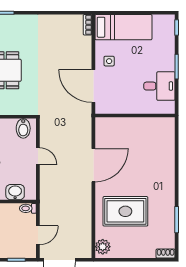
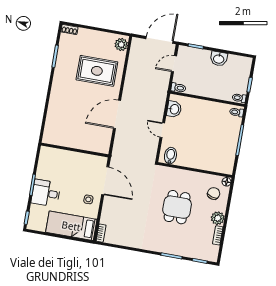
desk: (159, 86) -> (46, 193), moved
washbasin: (15, 192) -> (174, 109), moved, turned -90

